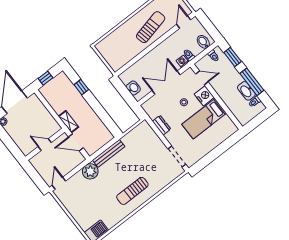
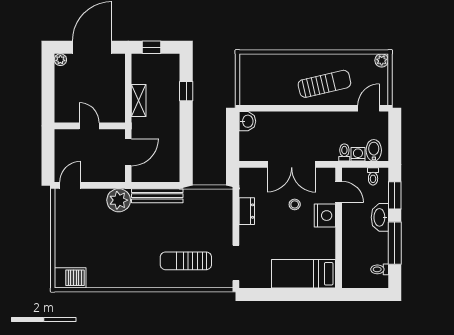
washing machine: (182, 61) -> (358, 154), moved
double door: (166, 83) -> (292, 164), swing flipped
washbasin: (133, 88) -> (247, 121), moved
washbasin: (246, 91) -> (380, 217), moved
bed: (204, 119) -> (304, 274), moved
shelving: (69, 122) -> (139, 100), moved
door: (76, 142) -> (128, 152), swing flipped
sun lounger: (132, 191) -> (186, 261), moved

